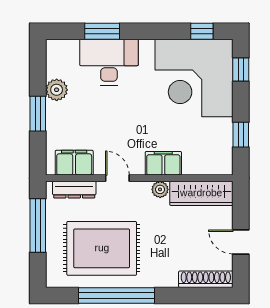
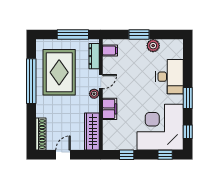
window: (102, 31) -> (188, 98), moved
filing cabinet: (74, 163) -> (110, 50), width x0.50
plant: (160, 189) -> (94, 94), moved

